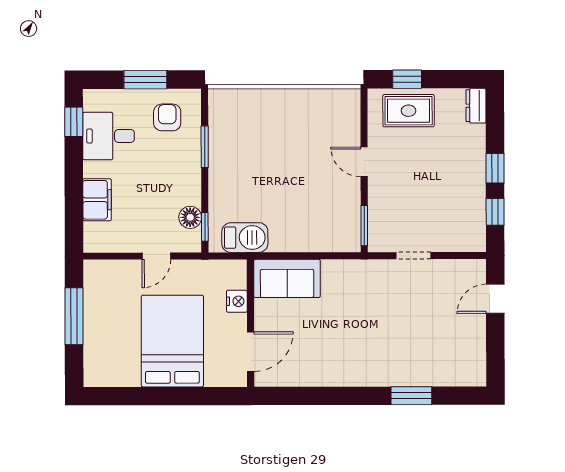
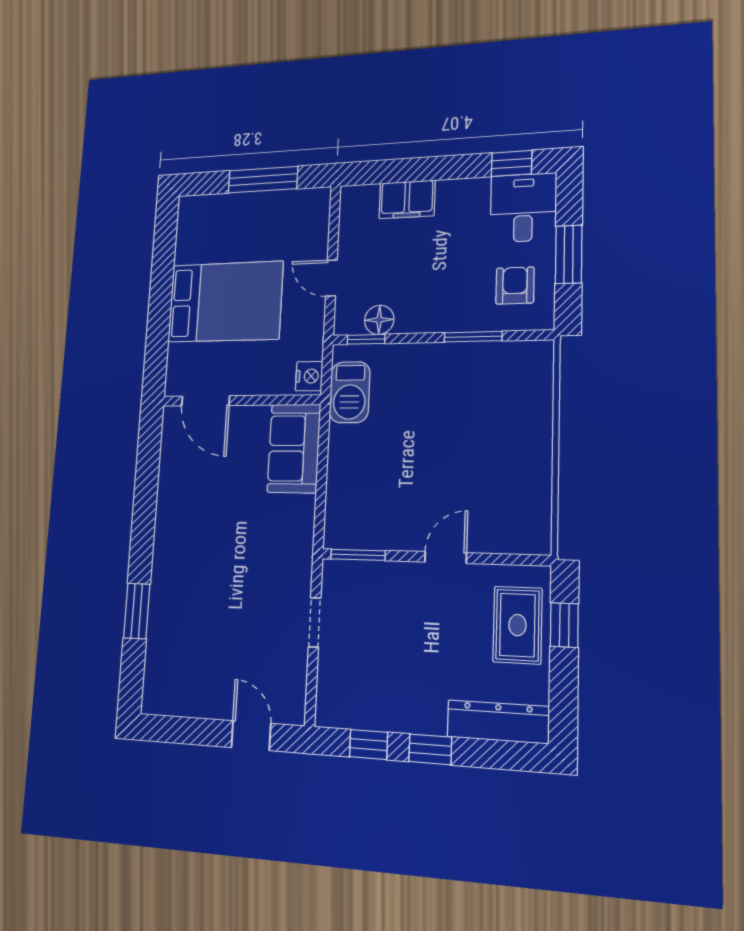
dresser: (476, 106) -> (498, 722), width x1.96, depth x1.24
armchair: (167, 117) -> (515, 285), turned -90
desk: (109, 136) -> (523, 208), moved
nightstand: (237, 301) -> (309, 376), moved, turned -90

